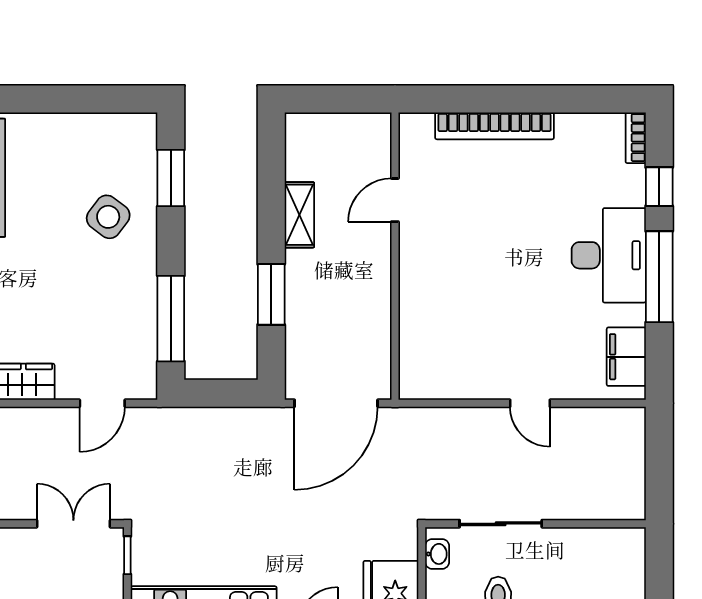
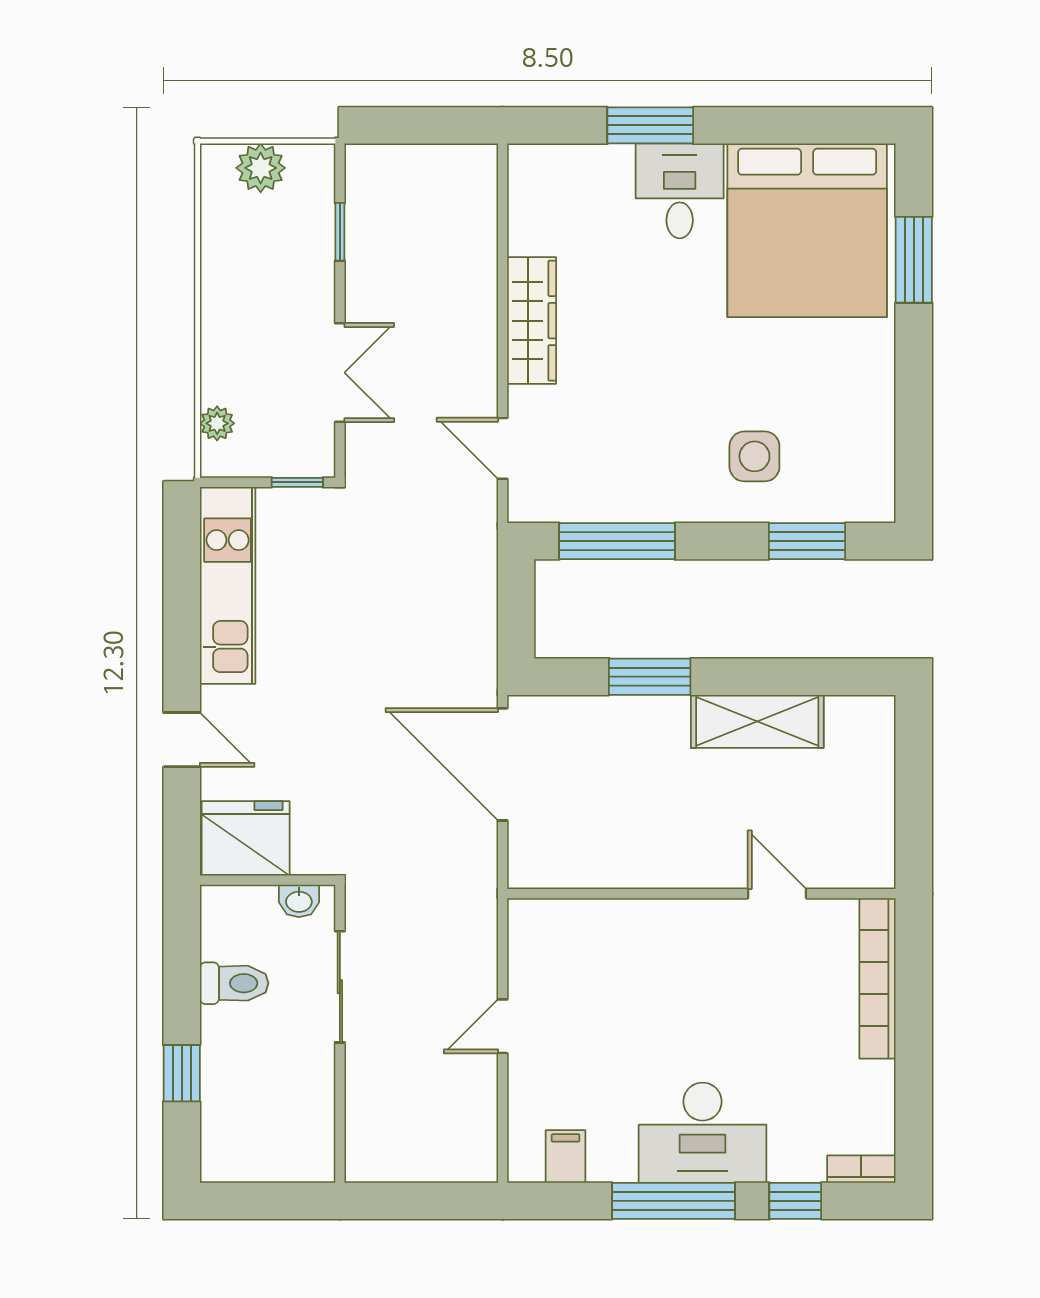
door: (395, 200) -> (777, 894), moved
shelving: (299, 215) -> (757, 721), width x1.50, depth x1.33
side table: (108, 217) -> (754, 456), turned -37
wall: (395, 256) -> (701, 894), moved
filing cabinet: (626, 357) -> (566, 1156), width x0.50
double door: (73, 524) -> (340, 373), moved

